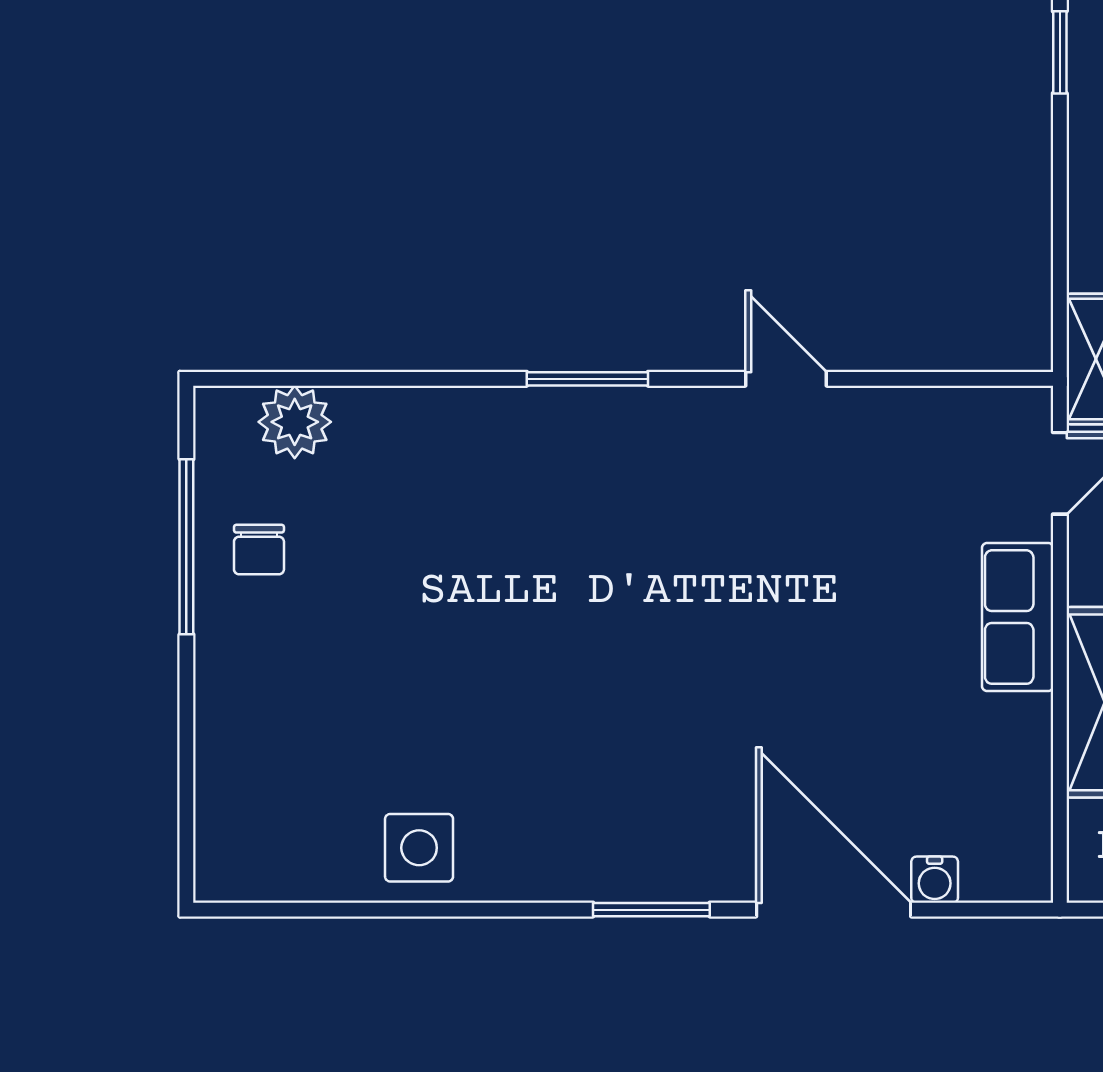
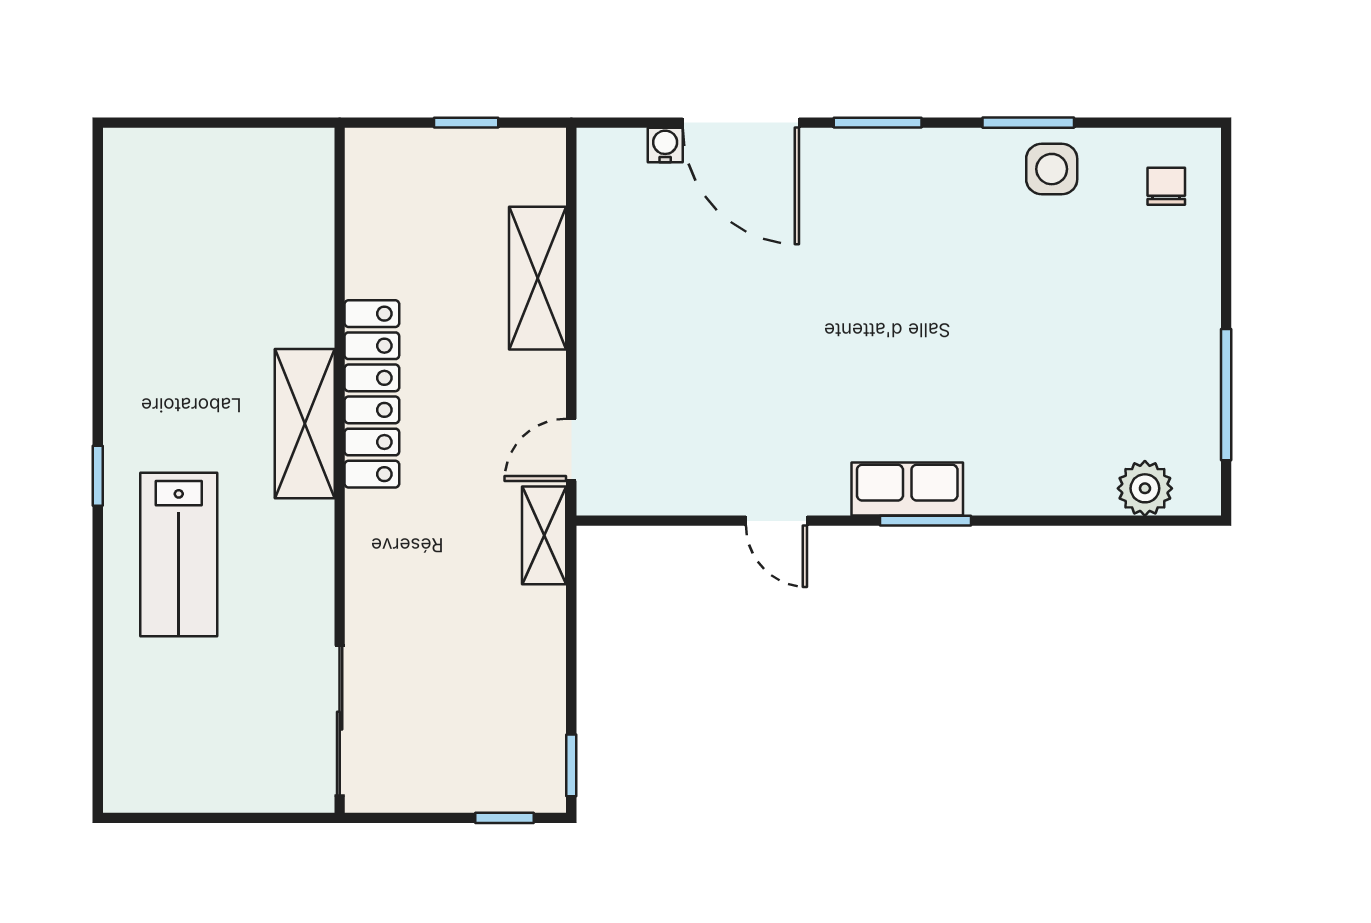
chair: (259, 550) -> (1166, 186), moved
row of seats: (1018, 617) -> (907, 489), moved, turned -90
window: (450, 910) -> (1028, 123), added

